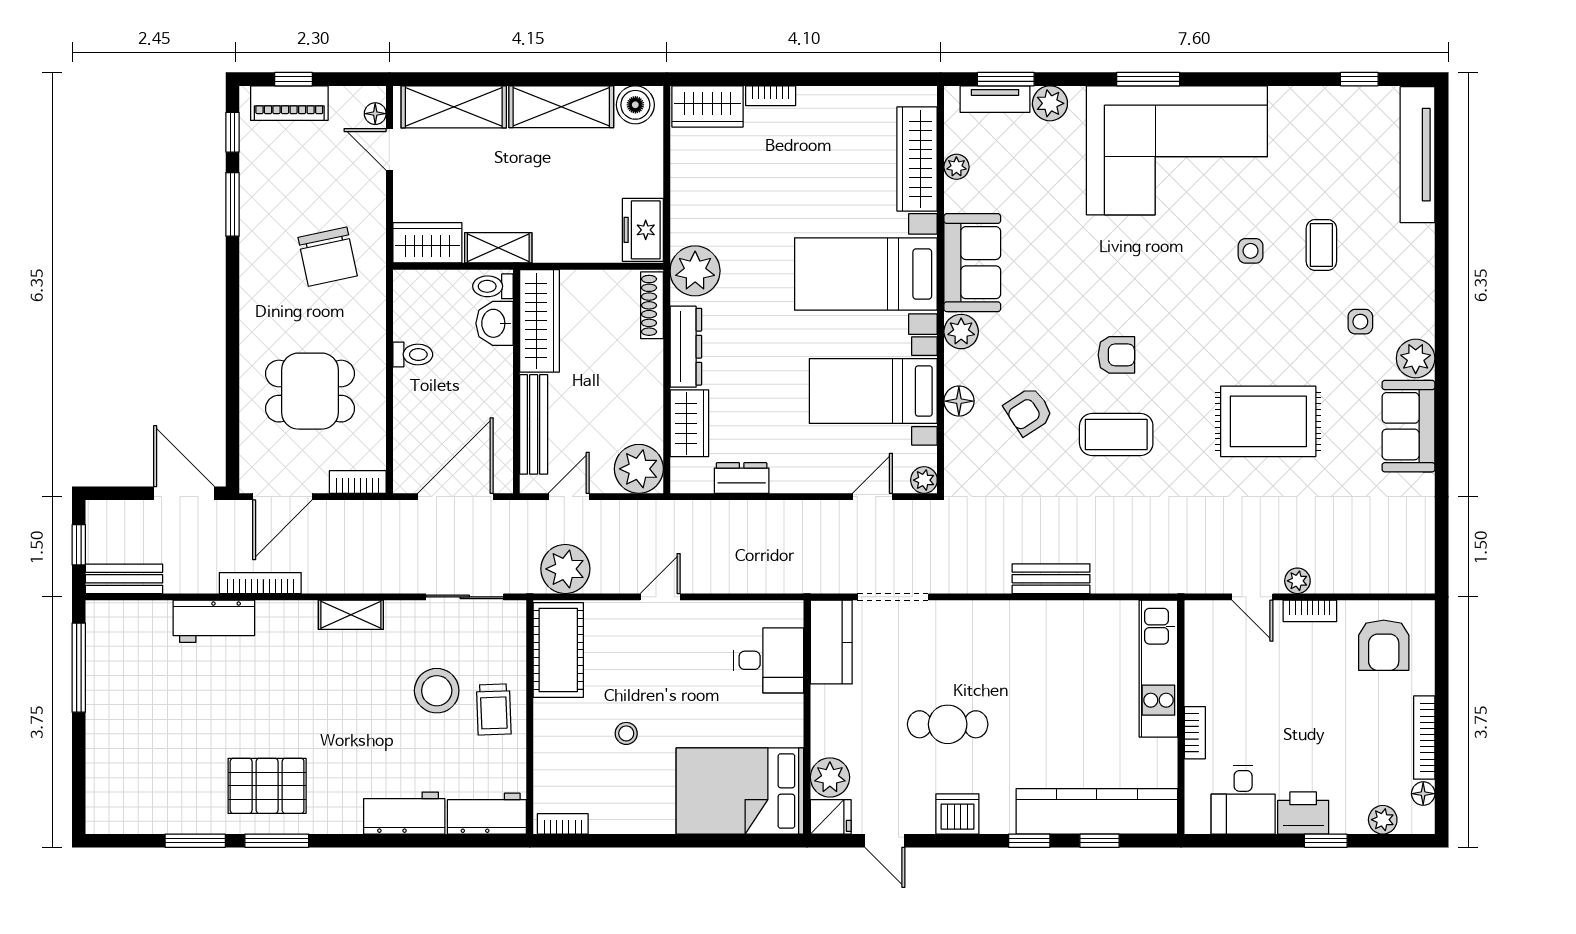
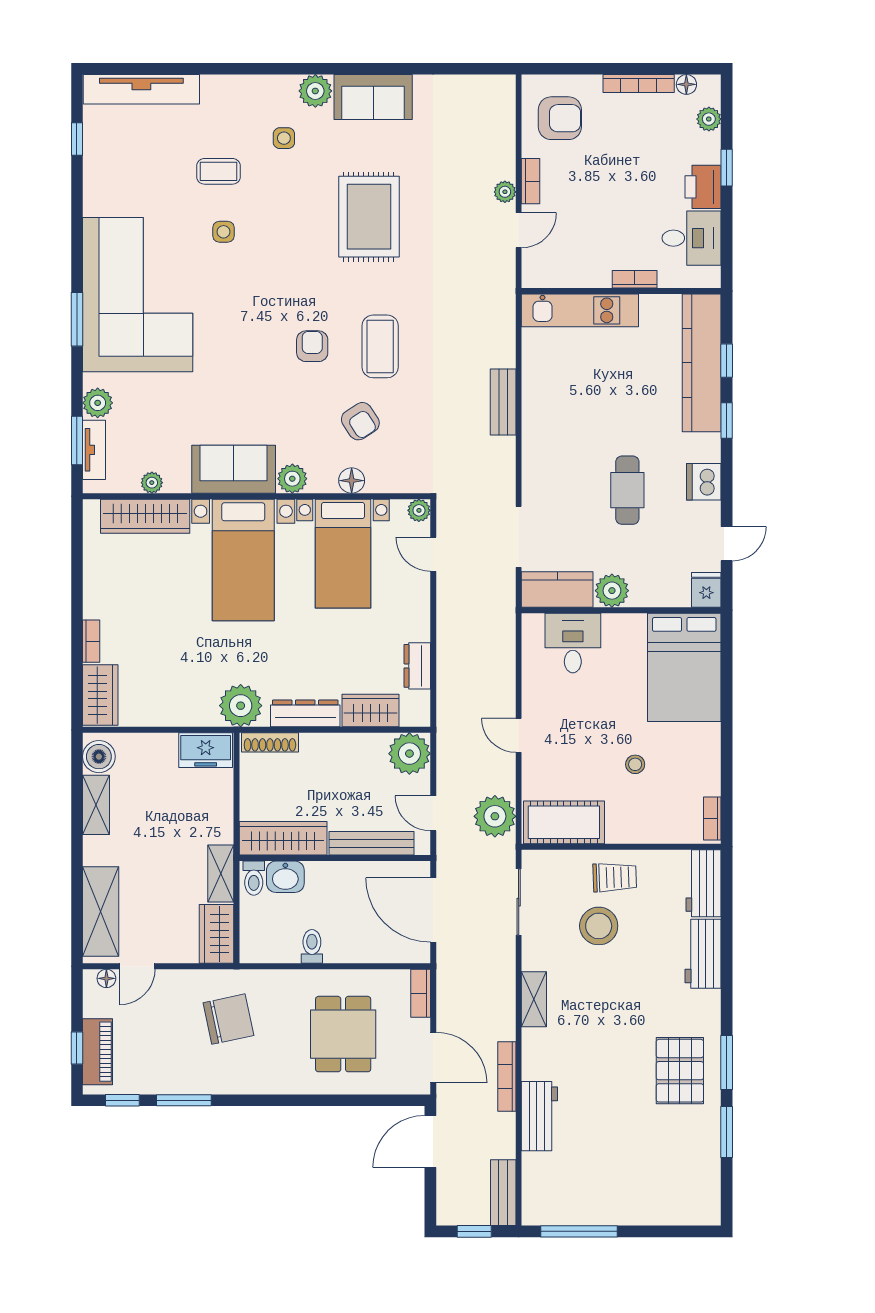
shelving: (561, 107) -> (96, 805), width x0.67, depth x0.75
plant: (830, 777) -> (612, 591), moved

